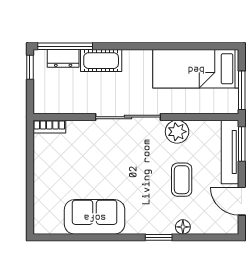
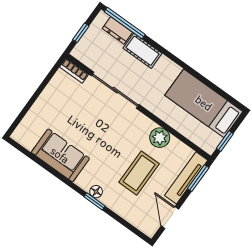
window: (30, 67) -> (81, 33), moved
window: (242, 90) -> (225, 141), width x0.67
sliding door: (128, 117) -> (115, 90), moved
coffee table: (182, 180) -> (139, 173), width x1.36, depth x1.30
floor lamp: (183, 227) -> (96, 192), moved

